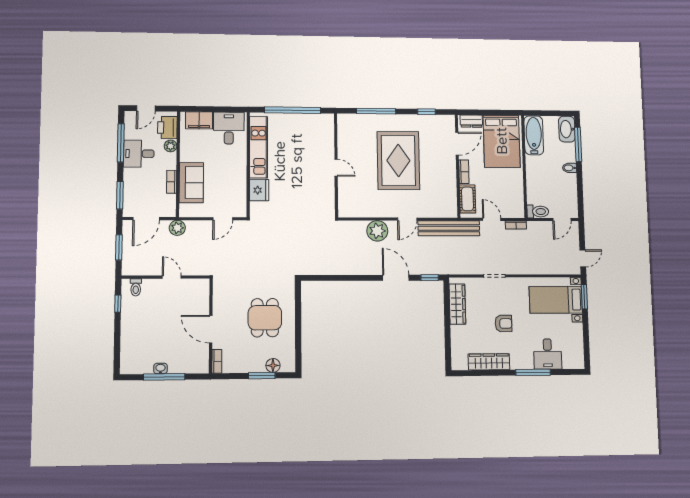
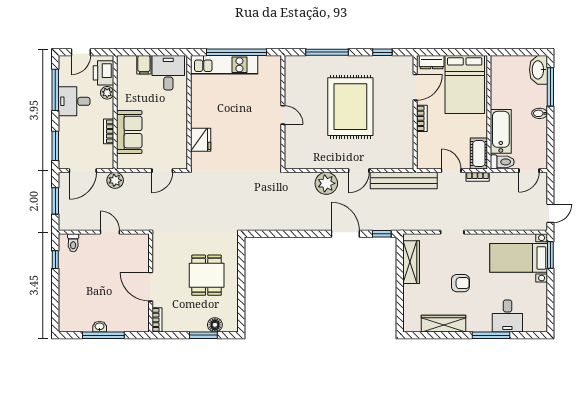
filing cabinet: (199, 120) -> (144, 65), width x0.50
bathtub: (534, 135) -> (501, 131), moved
kitchen unit: (259, 147) -> (224, 65), moved, turned 90
cot: (467, 199) -> (479, 154), moved

